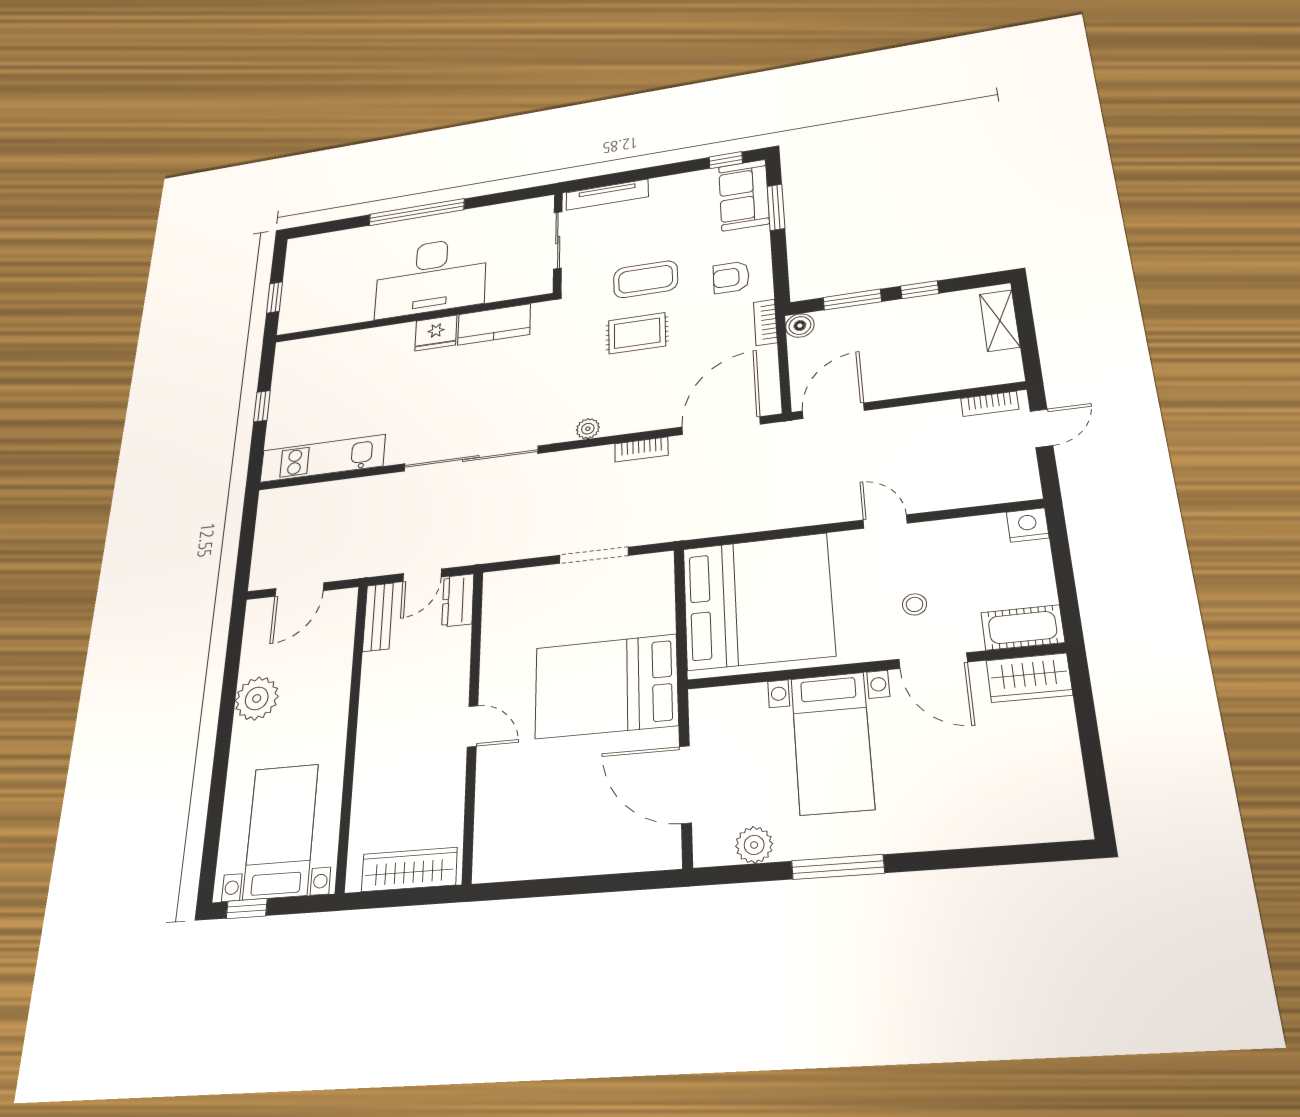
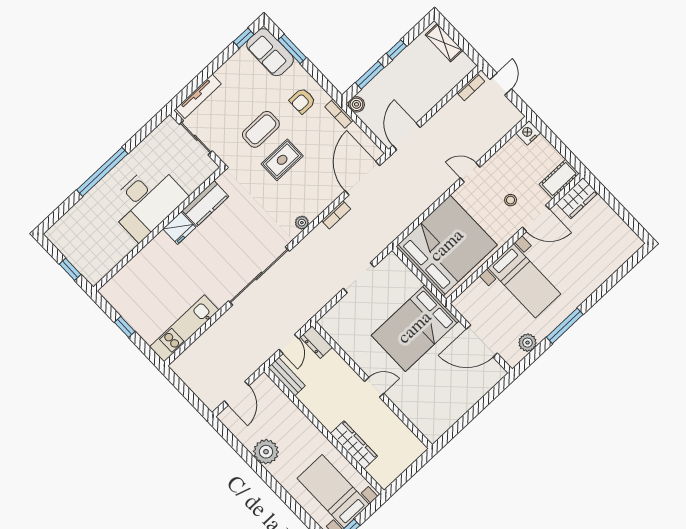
wardrobe: (409, 869) -> (354, 445), moved, turned 90

